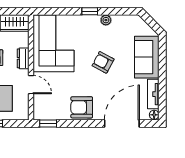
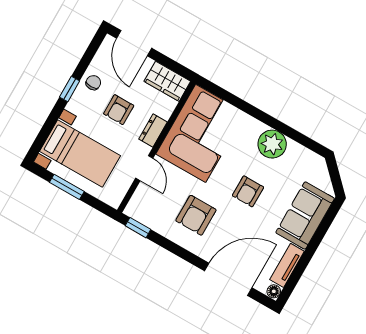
window: (90, 11) -> (267, 120), removed
plant: (106, 20) -> (272, 144), width x1.87, depth x1.87
armchair: (103, 62) -> (248, 191), turned -118
armchair: (82, 107) -> (196, 215), moved, turned -90

